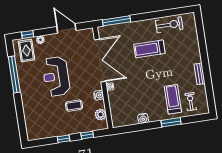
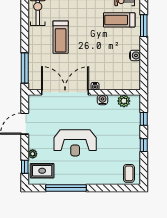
coffee table: (74, 106) -> (129, 173), moved

